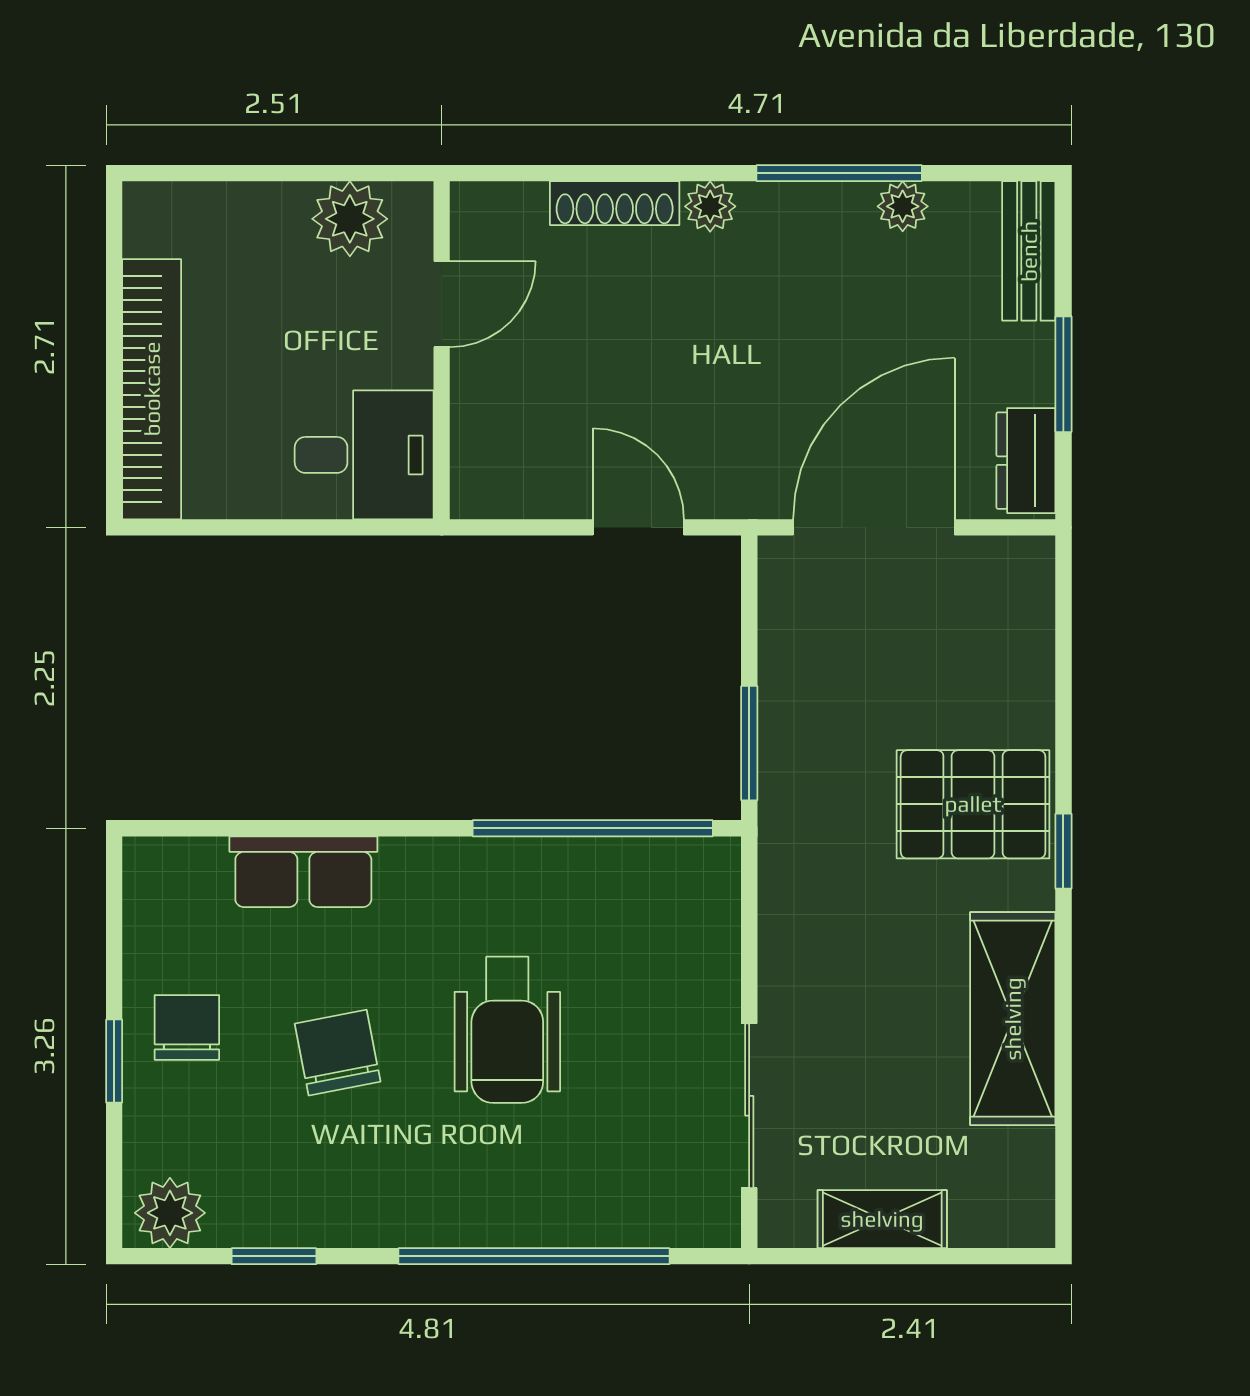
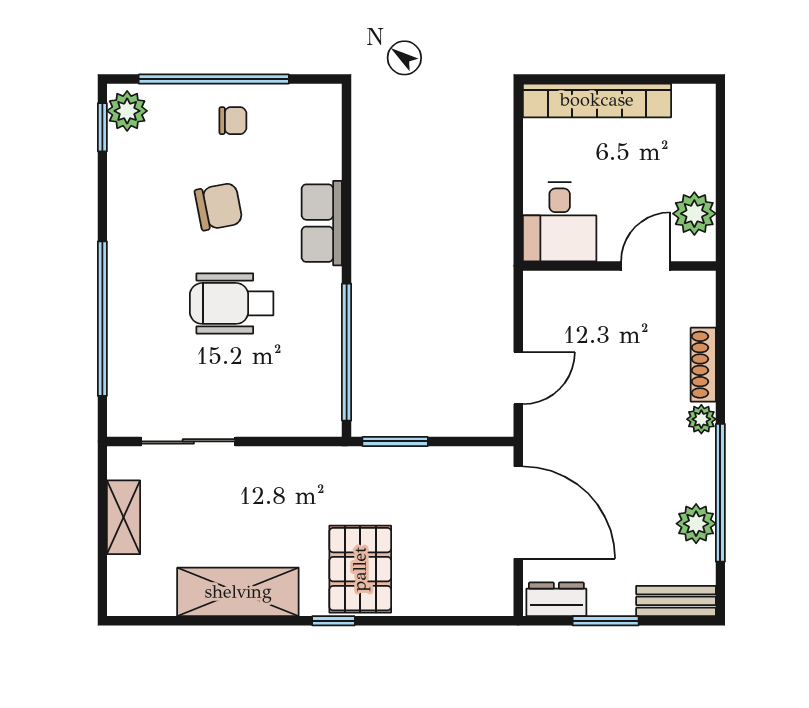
window: (839, 173) -> (720, 493), width x1.46
plant: (903, 206) -> (696, 524), width x1.38, depth x1.38
door: (442, 304) -> (646, 266), swing flipped
row of seats: (303, 872) -> (322, 223), moved
chair: (187, 1027) -> (233, 121), width x0.73, depth x0.73
window: (114, 1061) -> (214, 79), width x3.17
window: (274, 1256) -> (102, 127), moved

